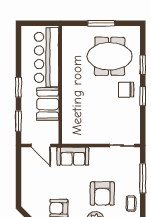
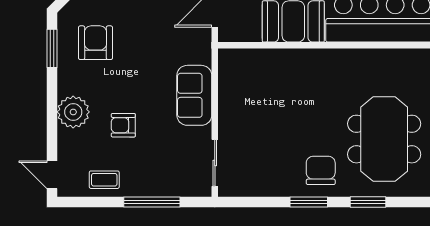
sofa: (73, 156) -> (194, 95), moved
armchair: (102, 194) -> (123, 125), width x0.53, depth x0.53

